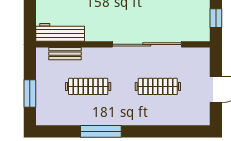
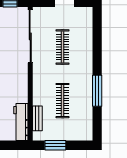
sliding door: (147, 44) -> (30, 36), moved
window: (30, 94) -> (55, 145), moved

